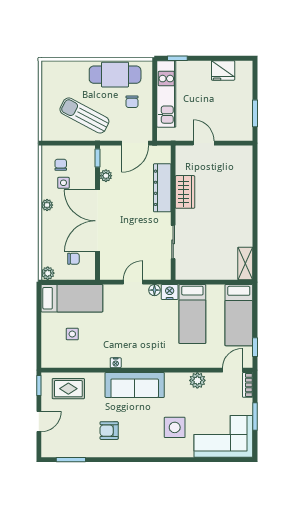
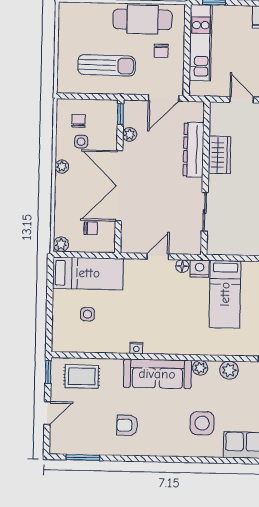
sun lounger: (84, 116) -> (107, 65), turned 153
plant: (172, 379) -> (200, 368), added

